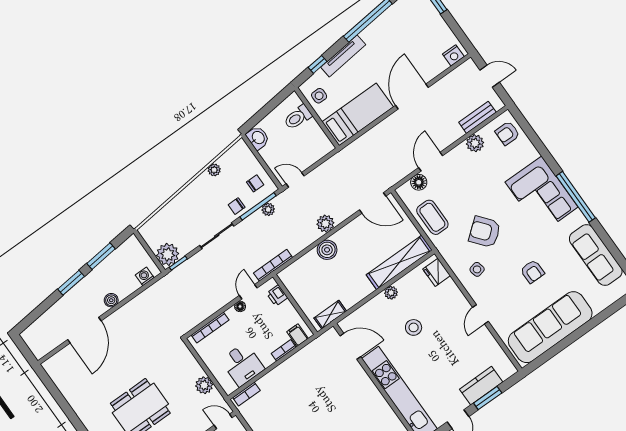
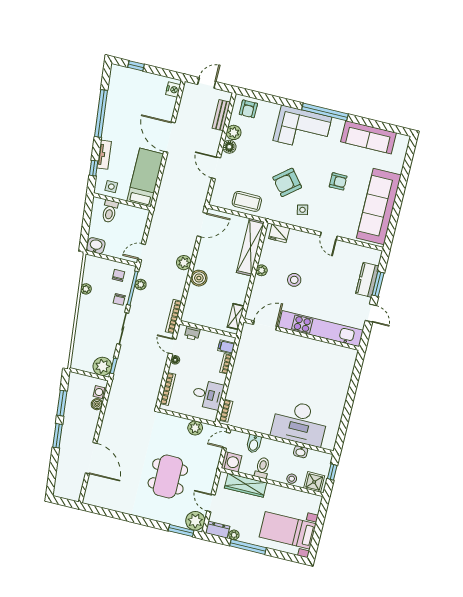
tv unit: (343, 56) -> (104, 155), width x0.71
floor lamp: (419, 182) -> (229, 147), moved
boiler: (111, 300) -> (97, 404), moved

